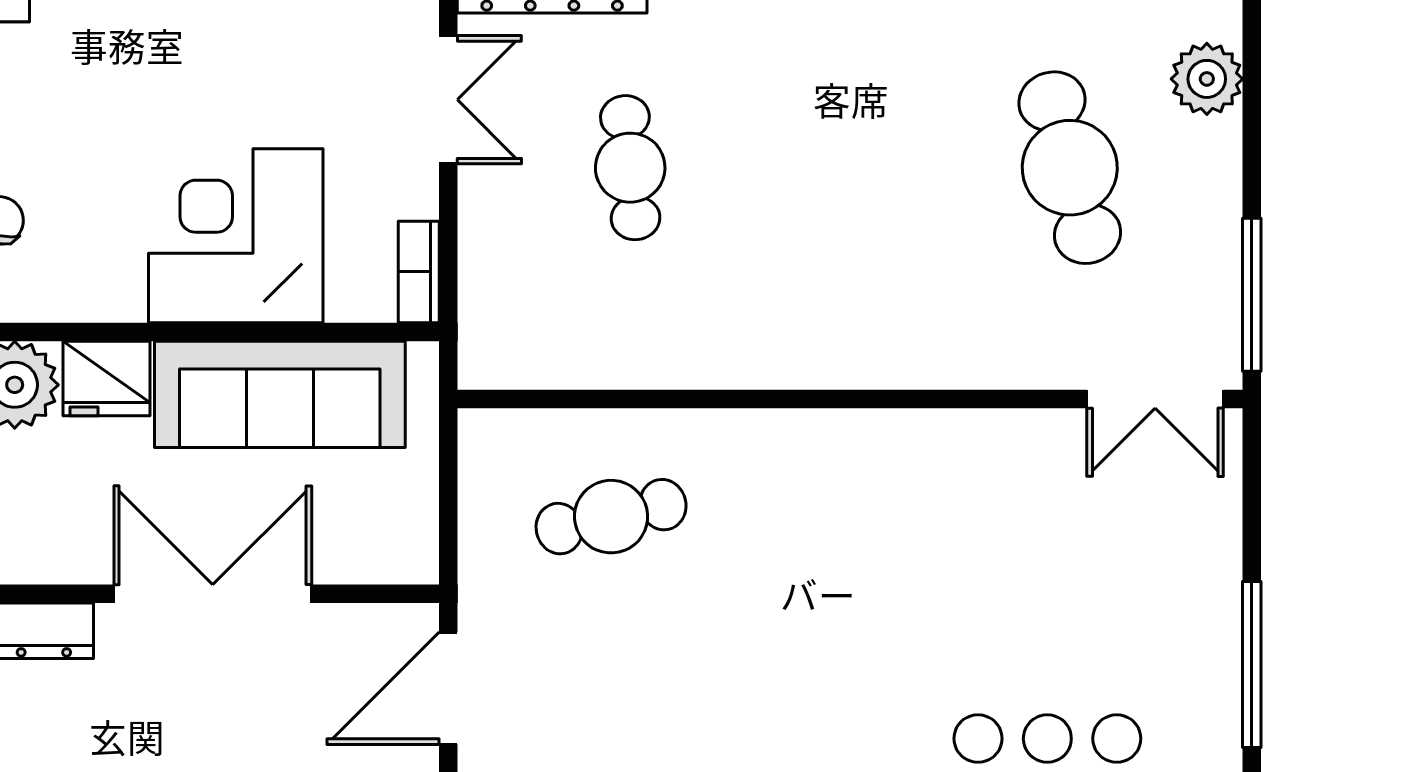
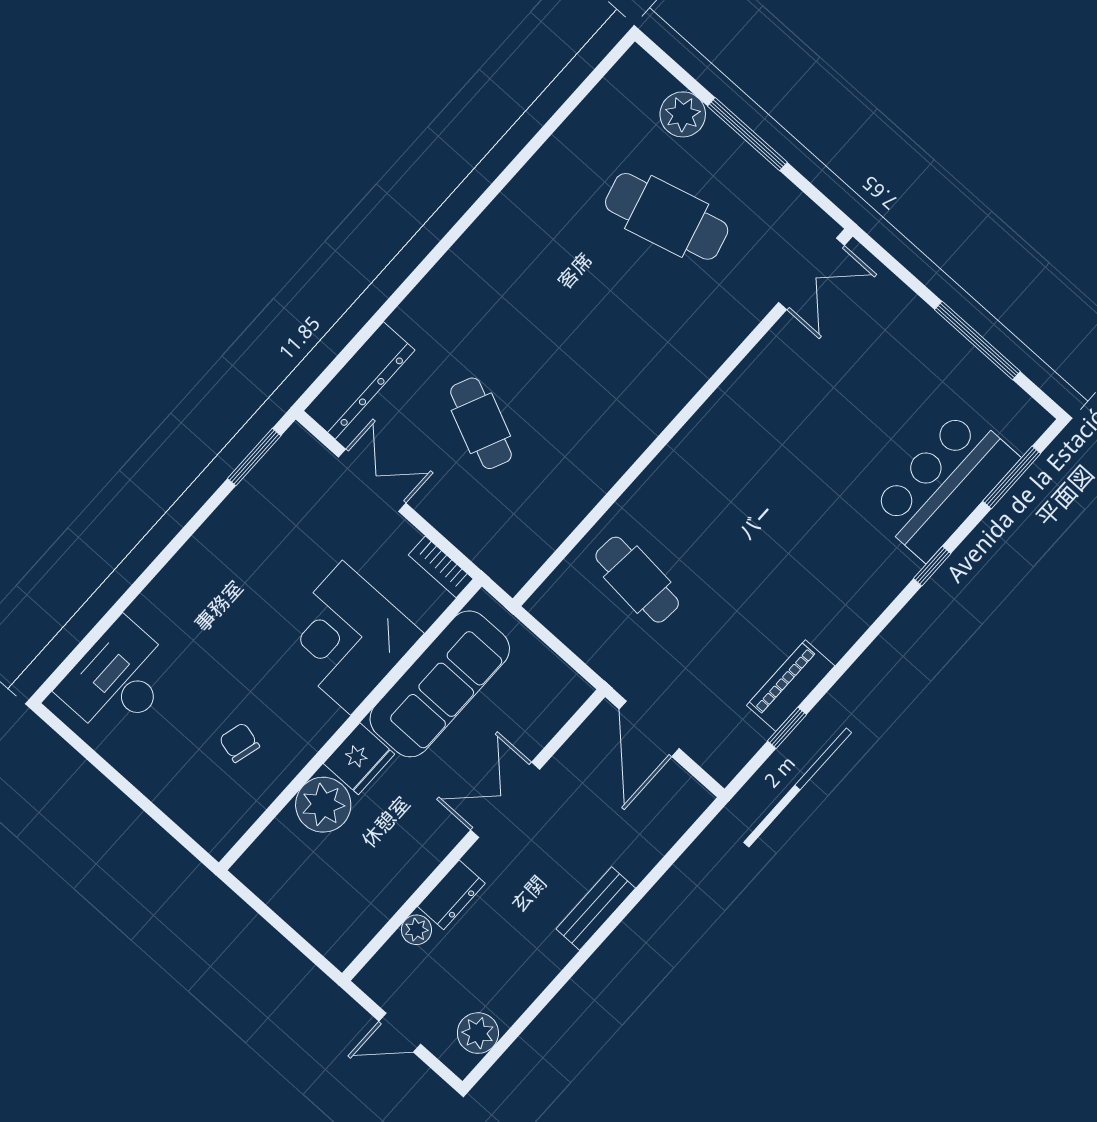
cafe table: (630, 168) -> (481, 423), turned 30
window: (1252, 295) -> (747, 134), moved
cafe table: (611, 517) -> (637, 580), turned -72
double door: (213, 594) -> (505, 800), width x0.73

